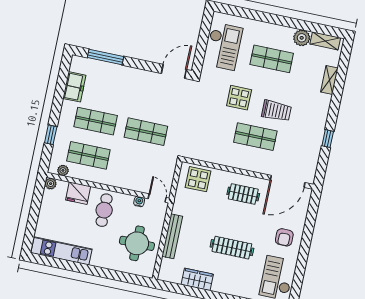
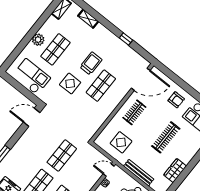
plant: (302, 38) -> (38, 40), moved
door: (174, 71) -> (32, 117), hinge flipped
display table: (198, 179) -> (121, 142), moved
door: (288, 181) -> (141, 79), hinge flipped

